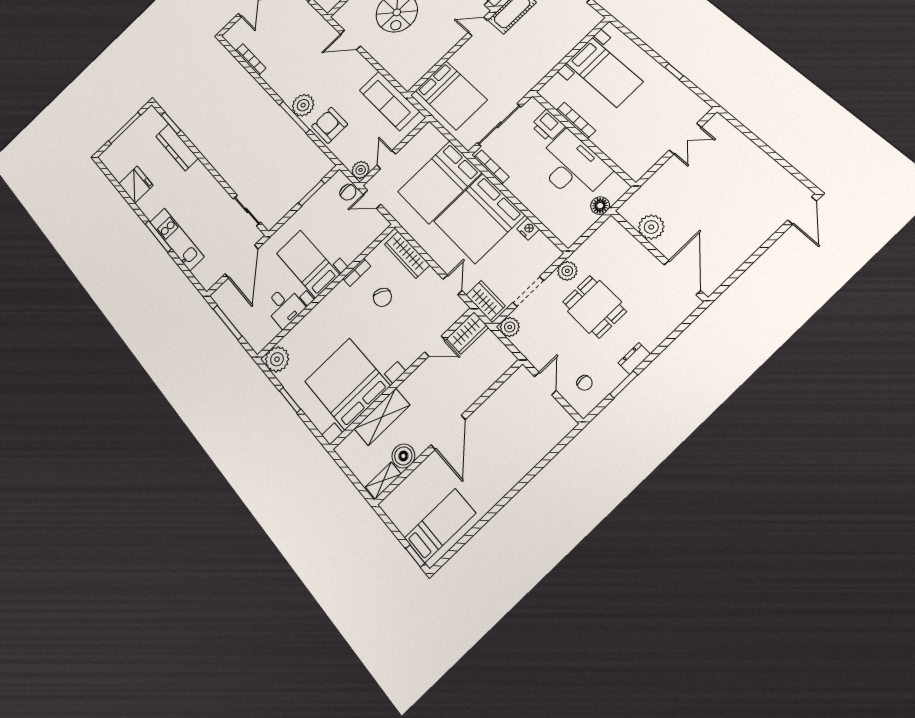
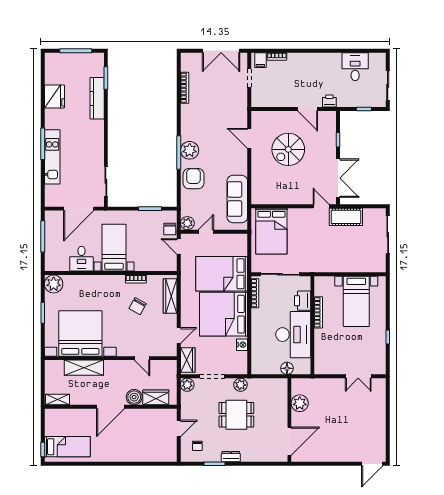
dining table: (594, 307) -> (236, 415), turned 90
wardrobe: (468, 333) -> (156, 397), moved, turned 180
boiler: (403, 456) -> (134, 397), moved

